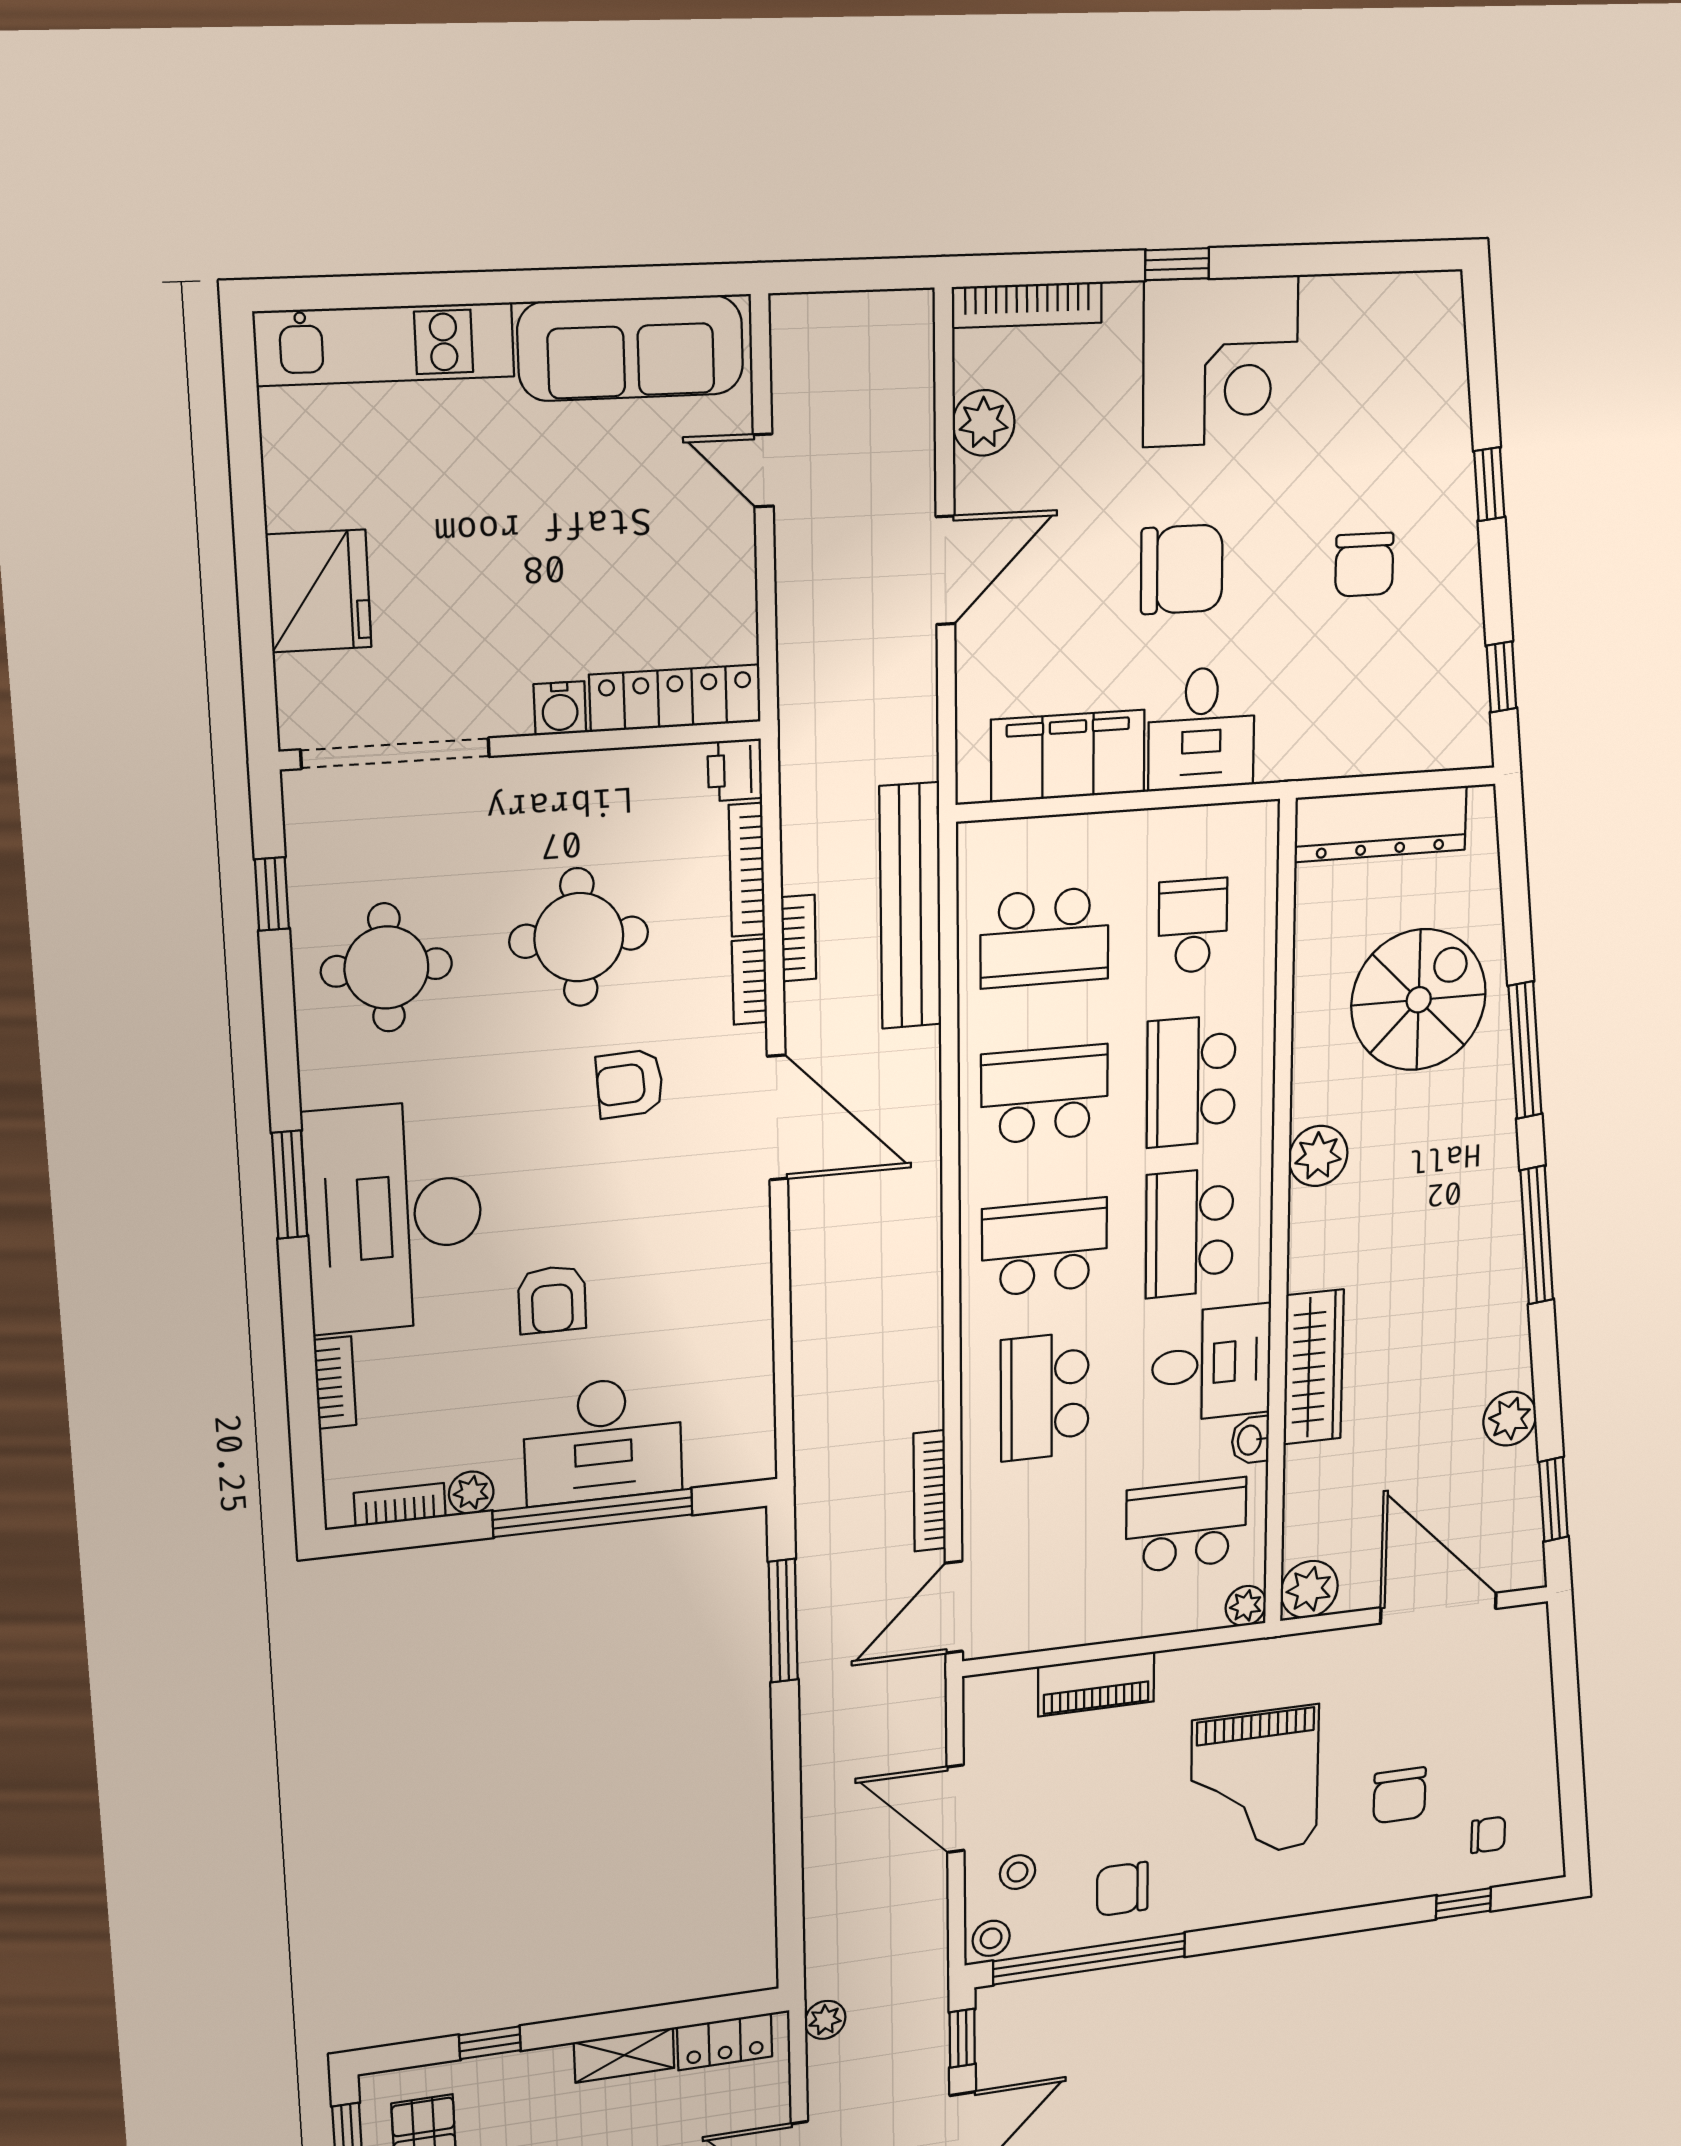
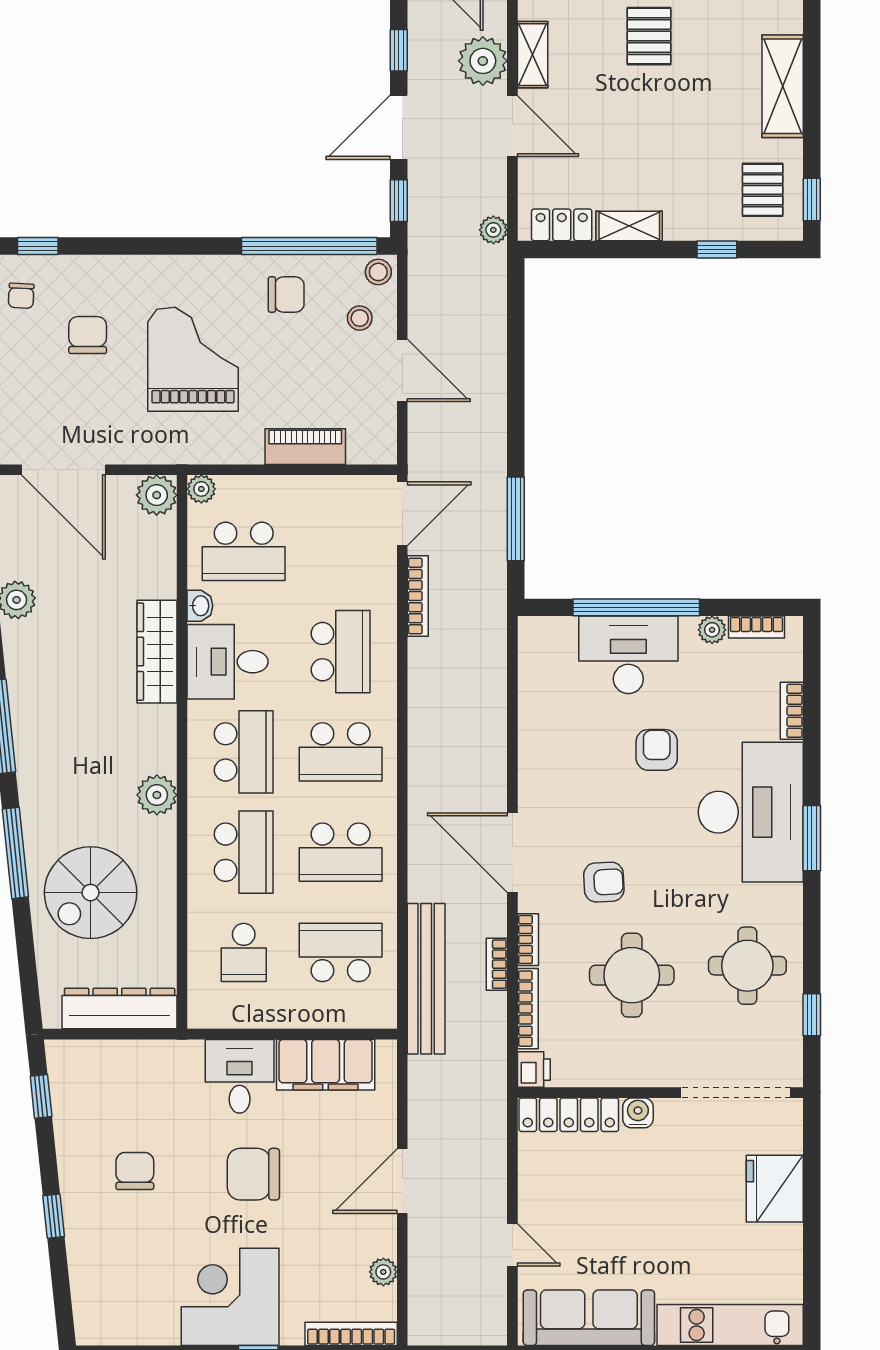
plant: (984, 423) -> (383, 1272), width x0.73, depth x0.73
chair: (1488, 1835) -> (21, 296), turned -87

